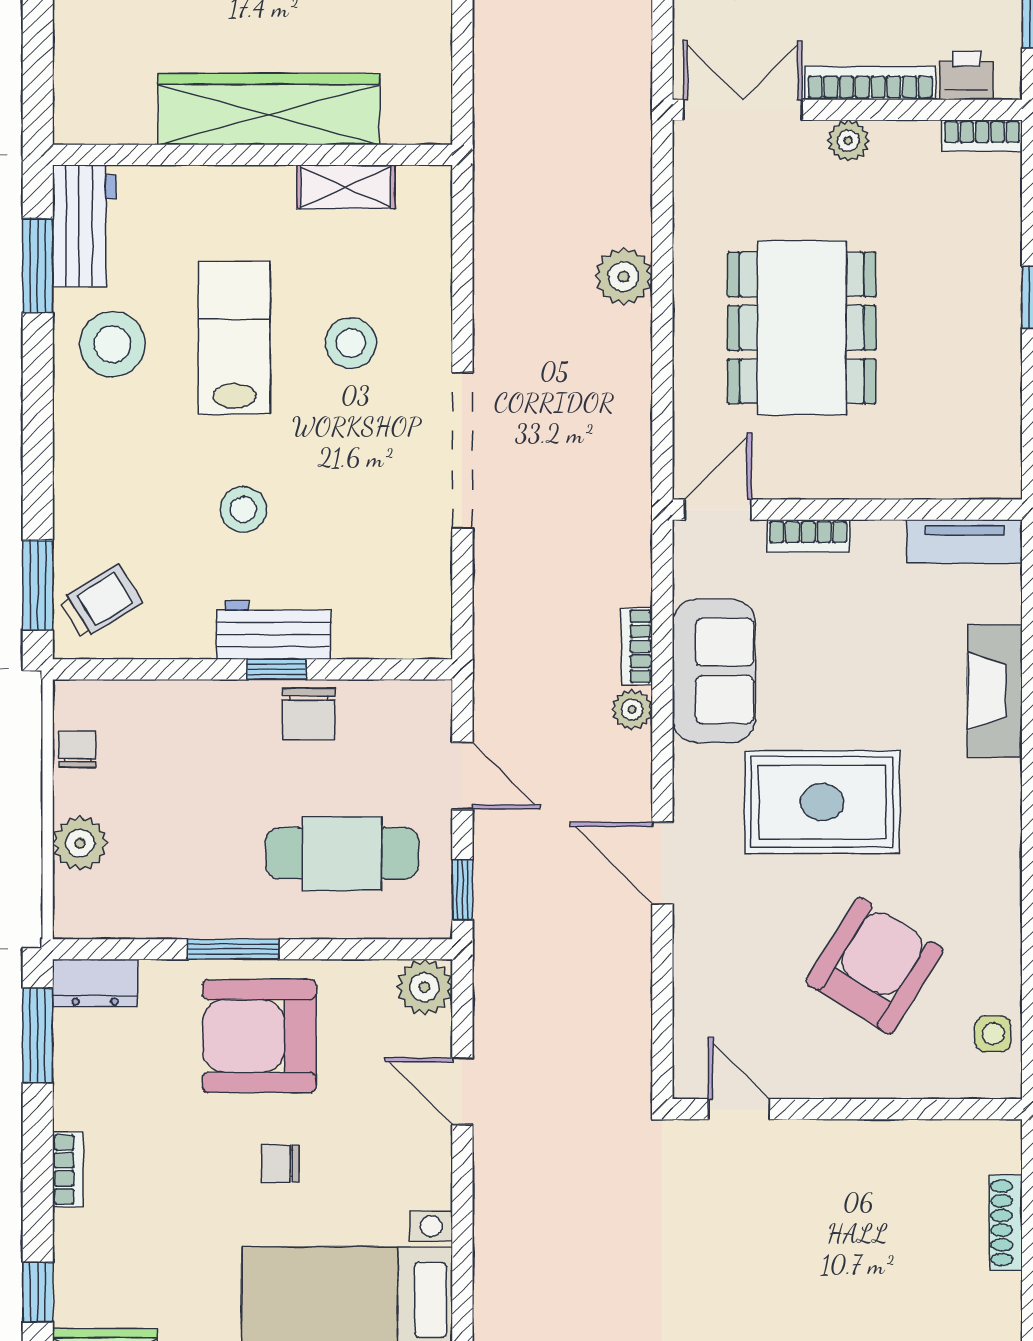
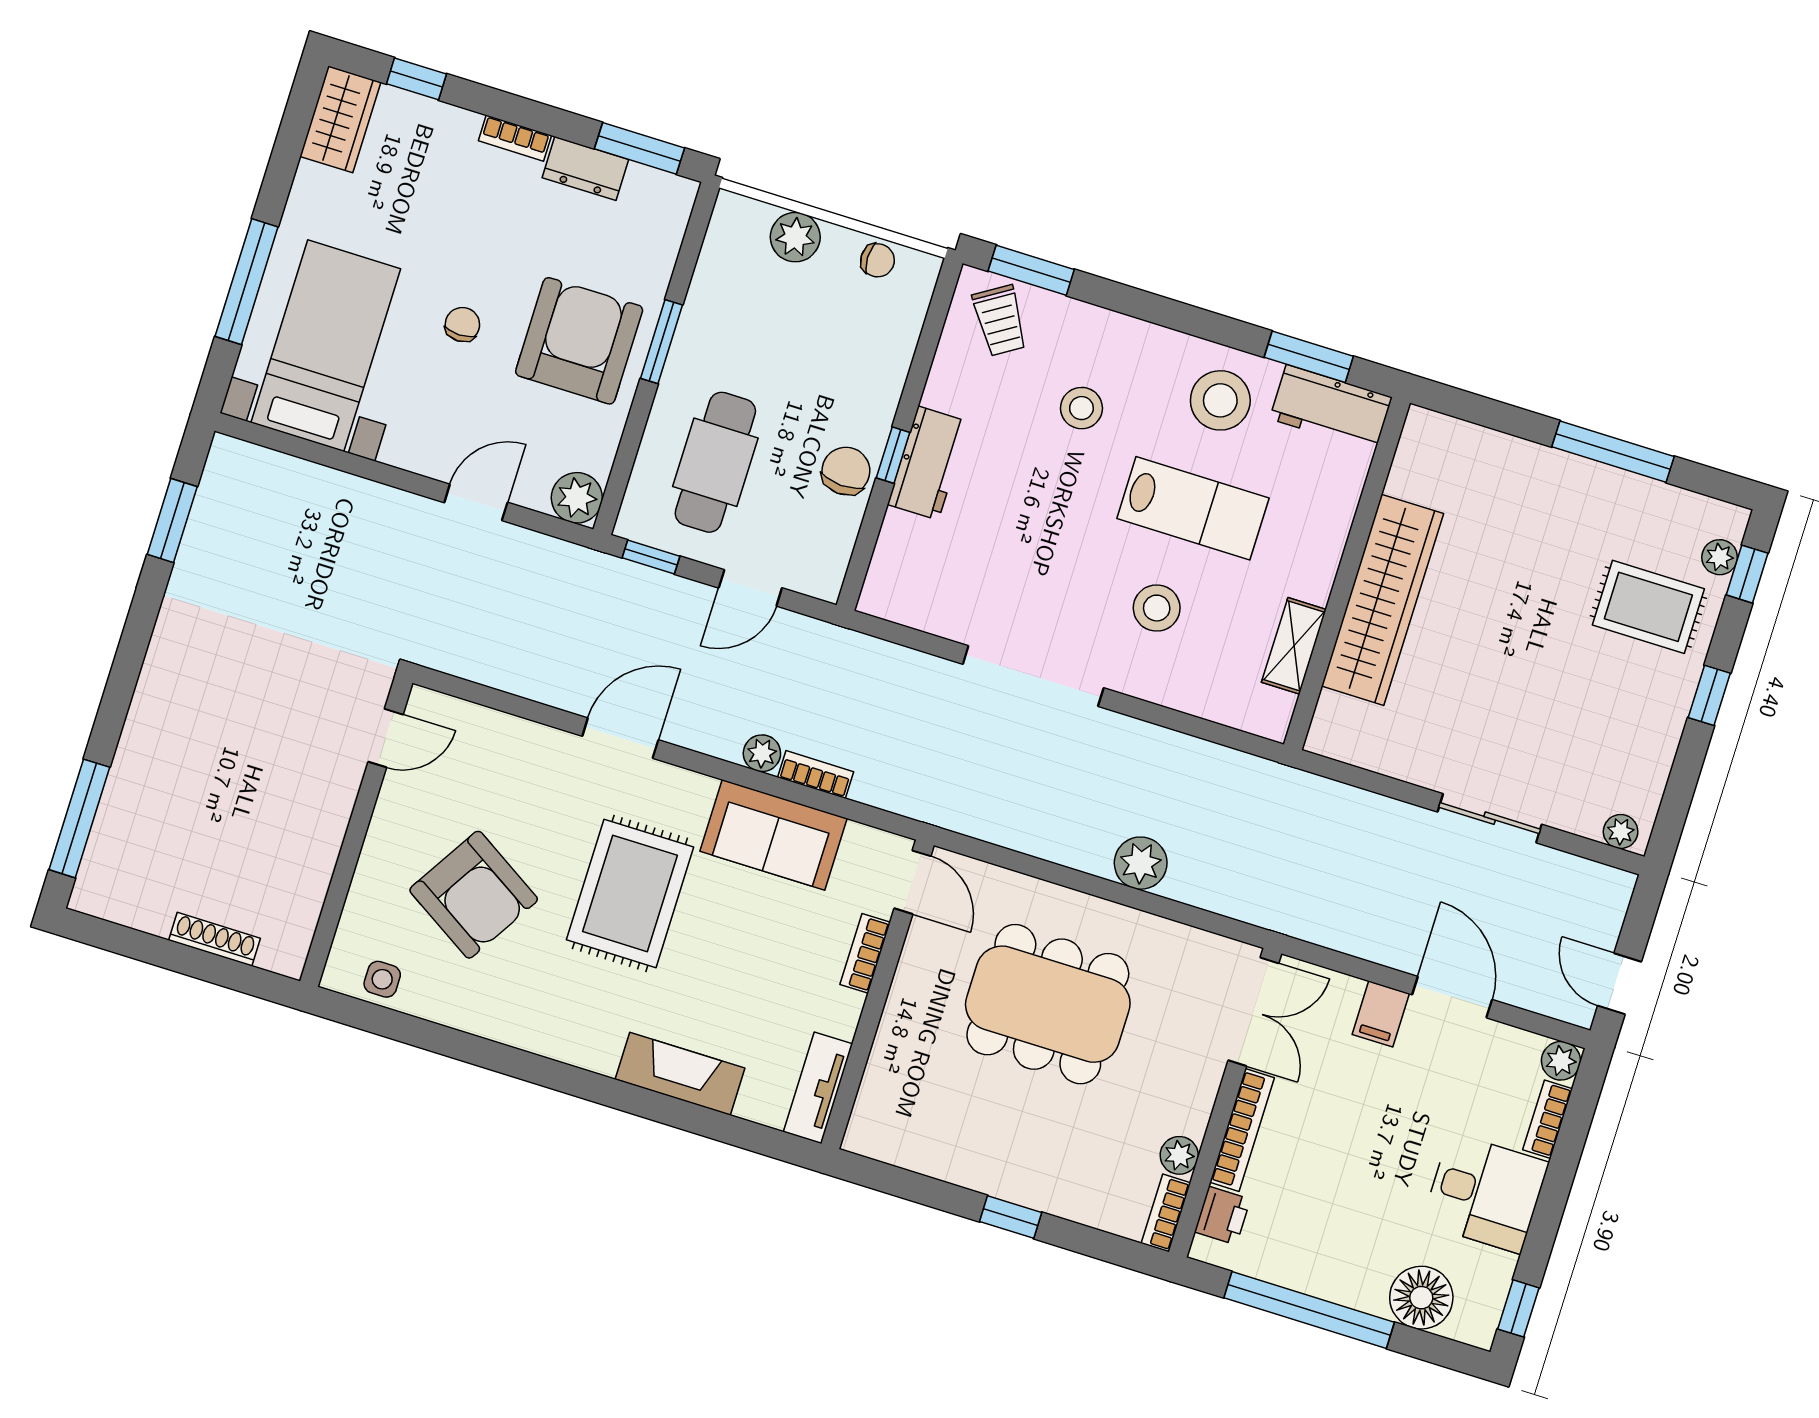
plant: (848, 141) -> (1179, 1155), moved
stool: (243, 510) -> (1081, 408), moved
chair: (309, 714) -> (846, 471), turned 93
dresser: (95, 983) -> (585, 169), moved, turned -90

